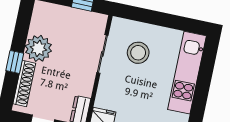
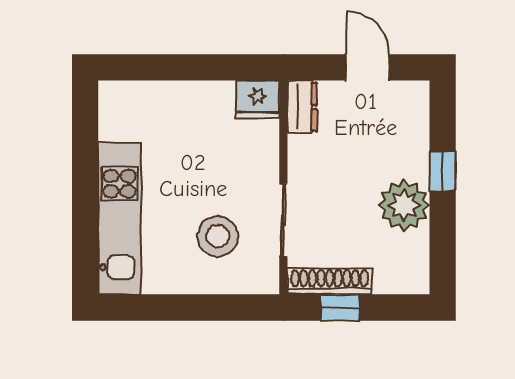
shoe rack: (24, 84) -> (330, 281), moved, turned 90

